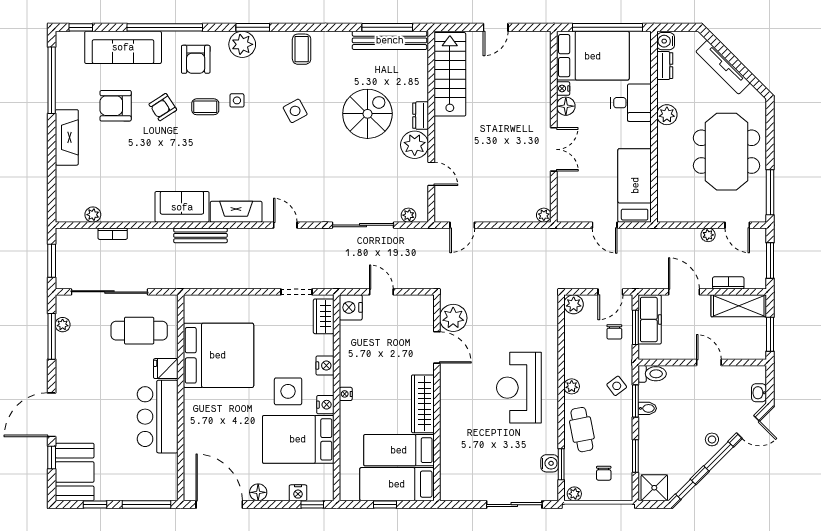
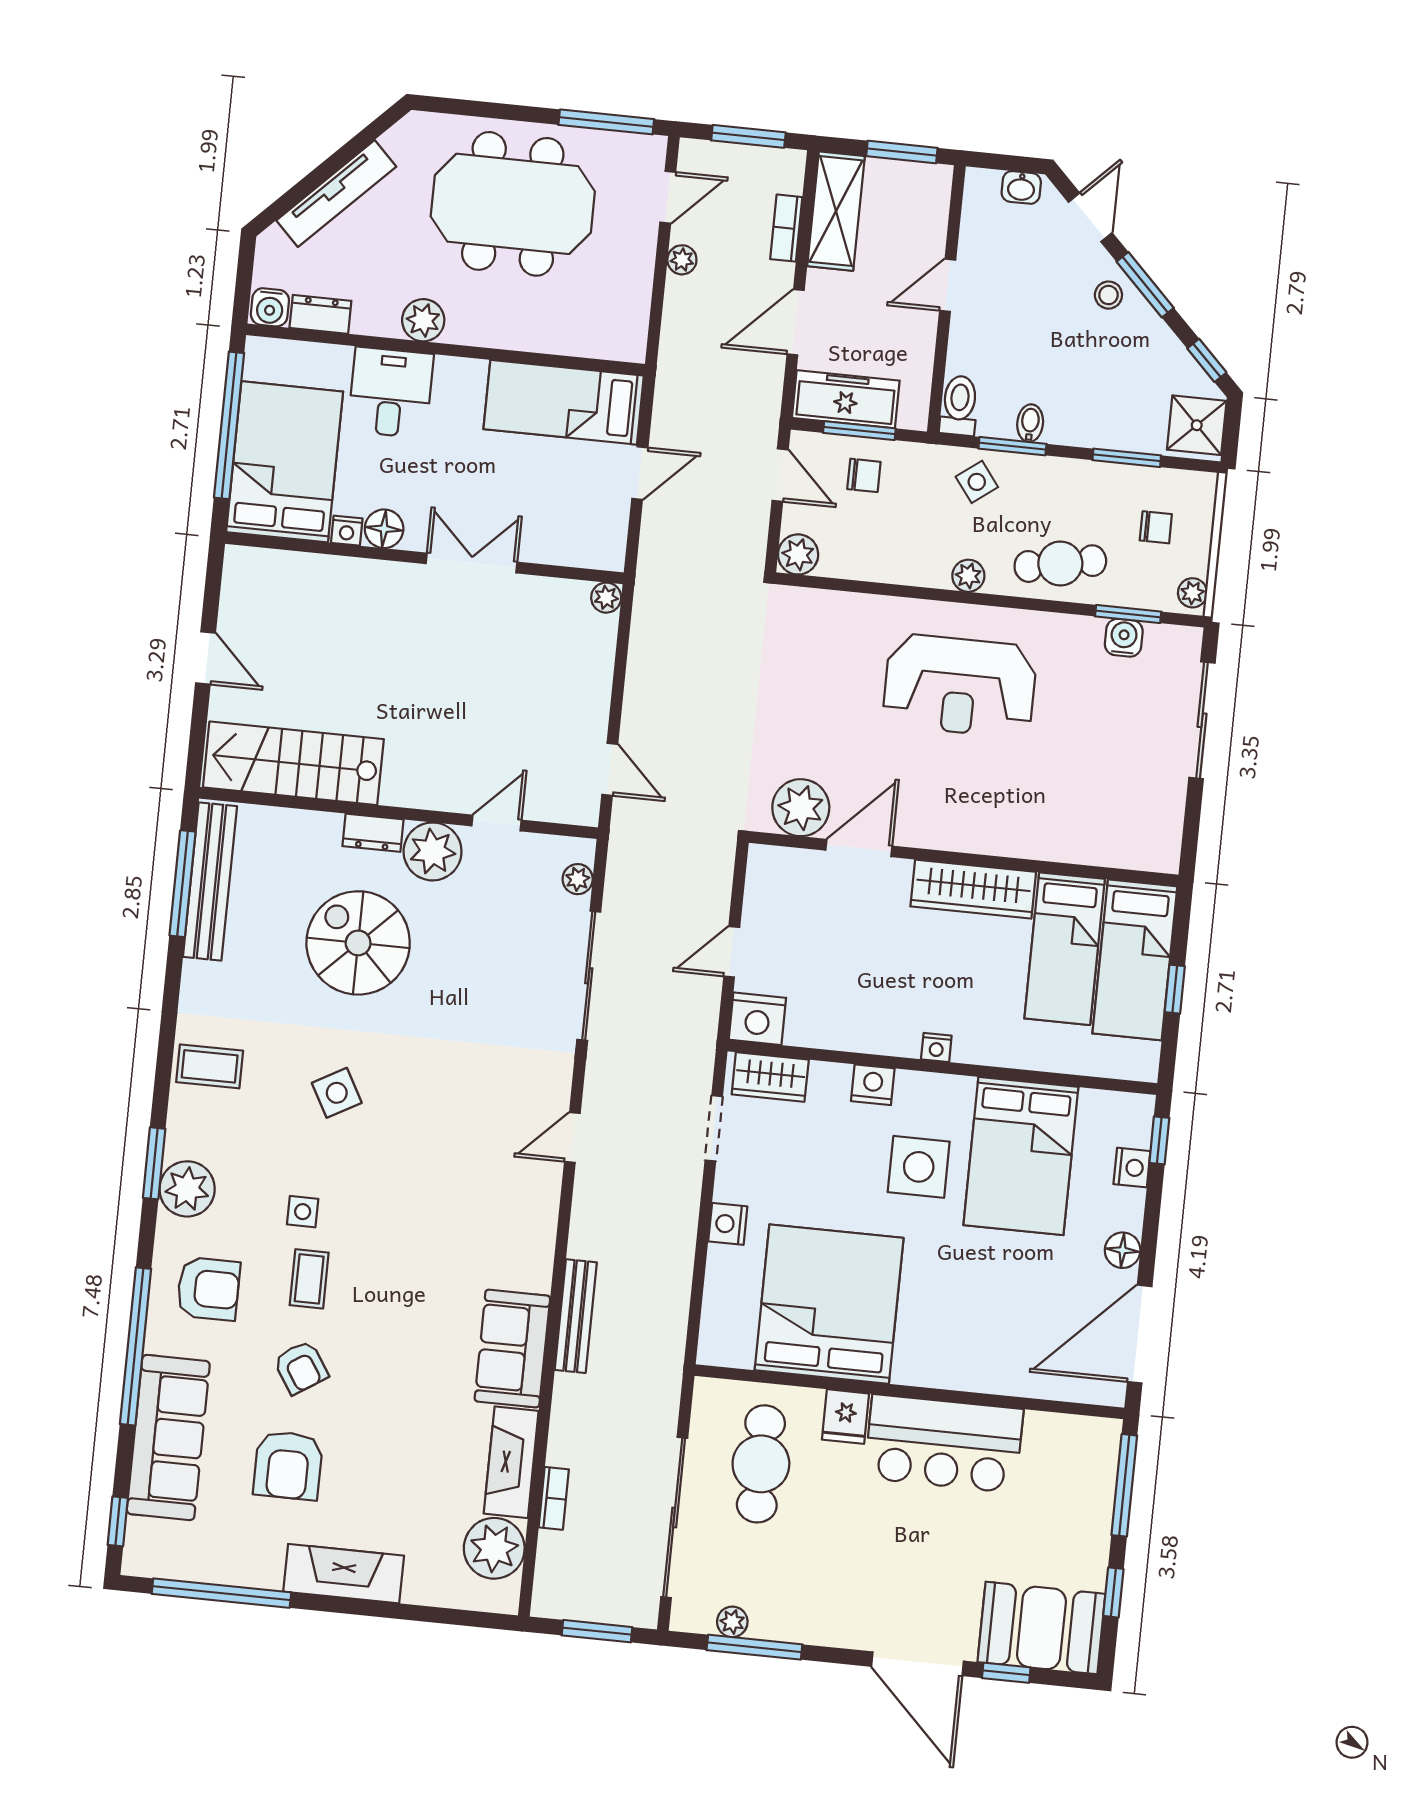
fireplace: (236, 212) -> (511, 1462), moved
plant: (93, 215) -> (494, 1548), width x1.87, depth x1.87
nightstand: (325, 405) -> (728, 1224), moved, turned -90

